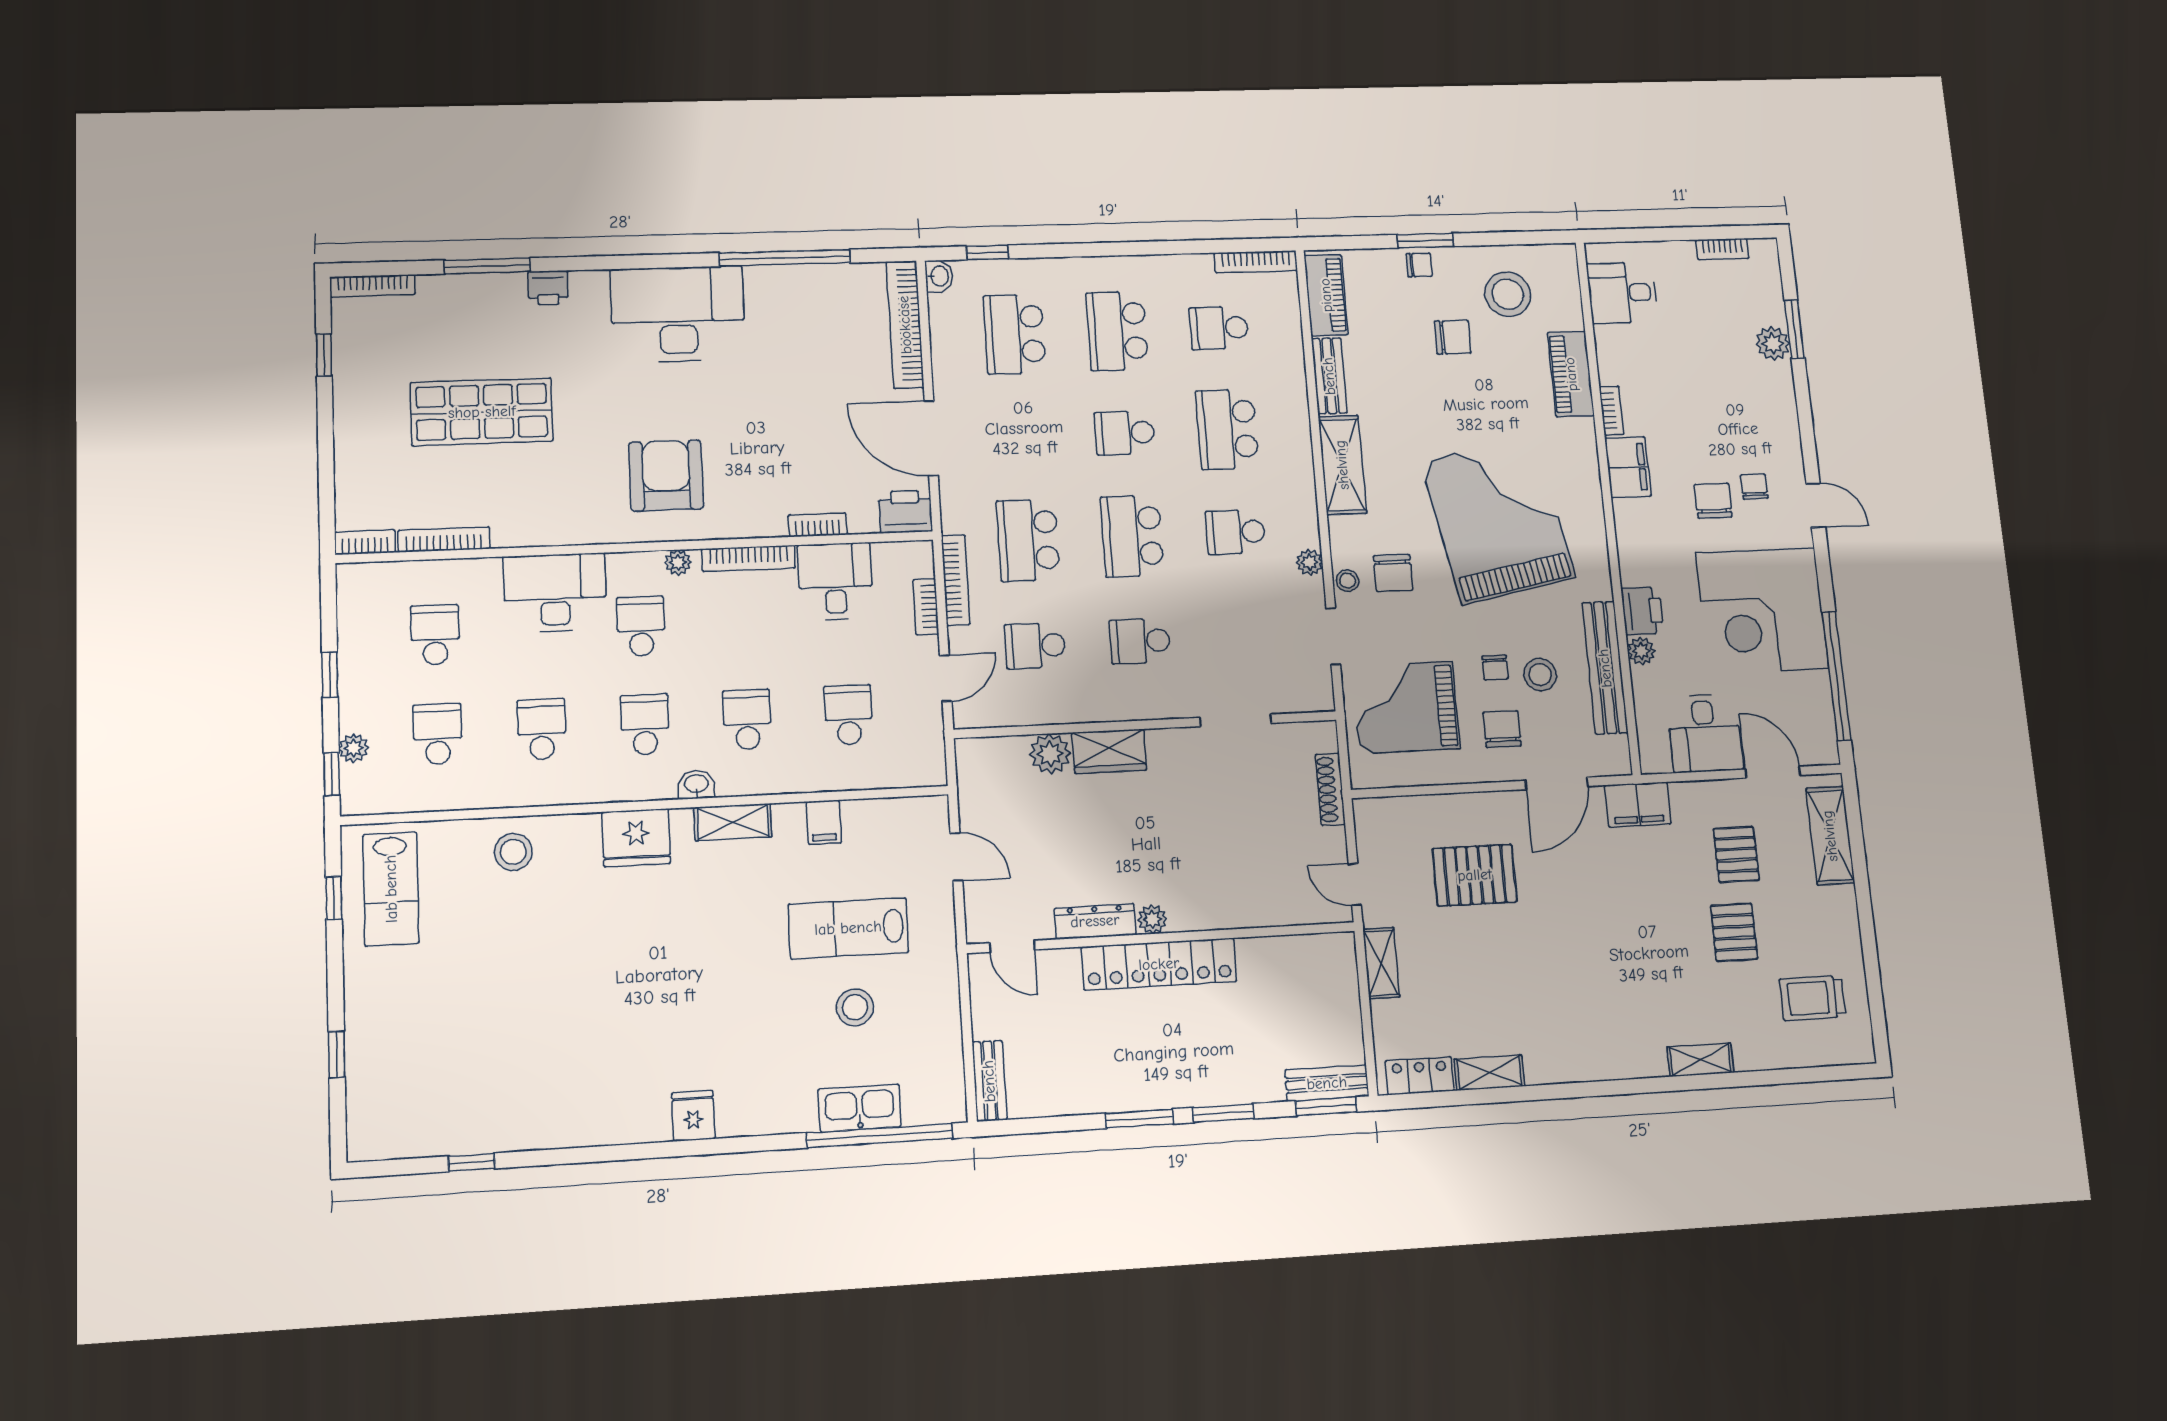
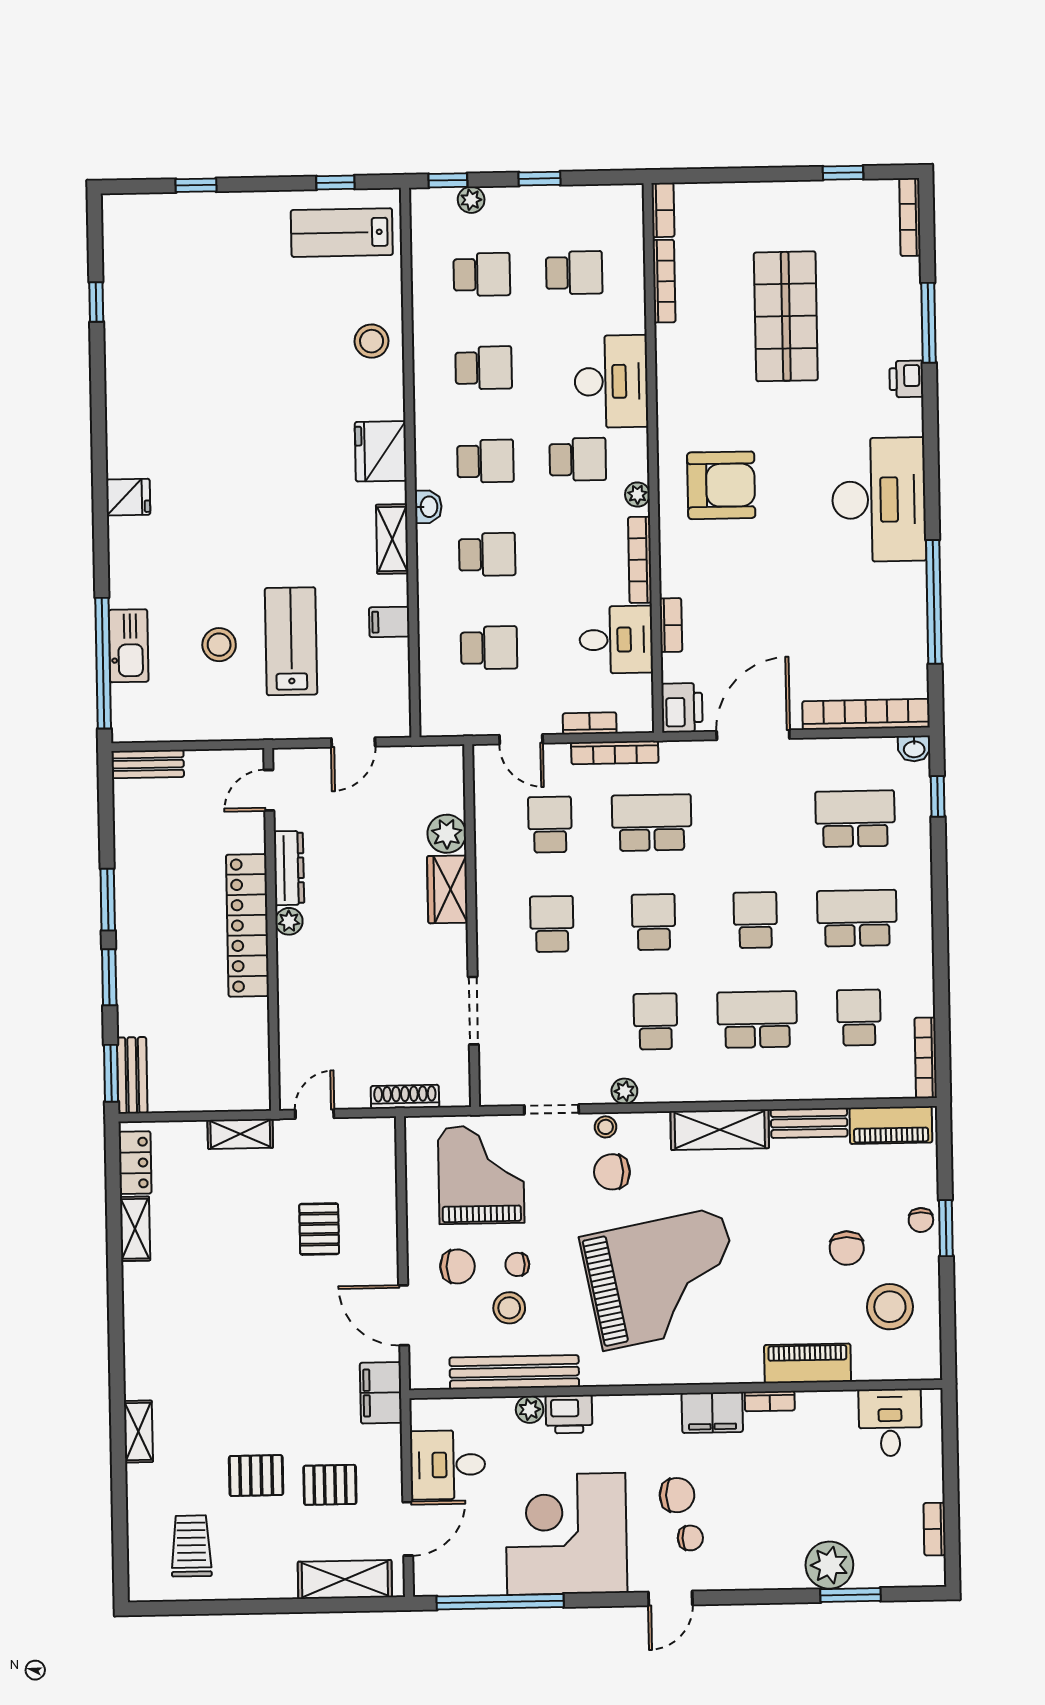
plant: (1773, 344) -> (829, 1565), width x1.36, depth x1.36
school desk: (1132, 536) -> (654, 922), width x0.54
pallet: (1475, 875) -> (319, 1229), width x0.67, depth x0.71

